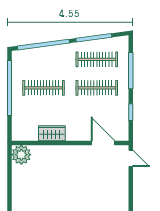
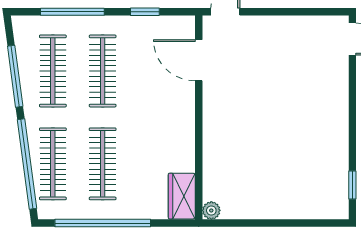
clothes rail: (44, 59) -> (53, 164), added
wardrobe: (52, 133) -> (182, 196), moved
door: (103, 143) -> (199, 60), hinge flipped
plant: (21, 155) -> (211, 210), width x0.53, depth x0.53

